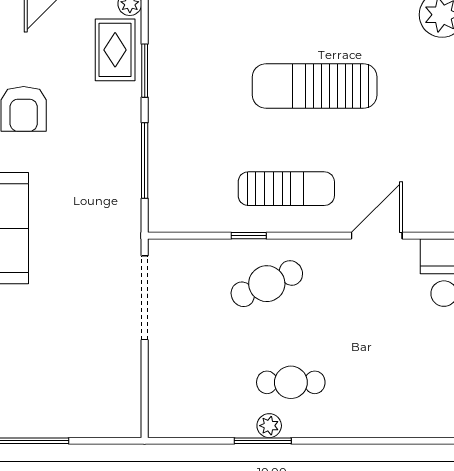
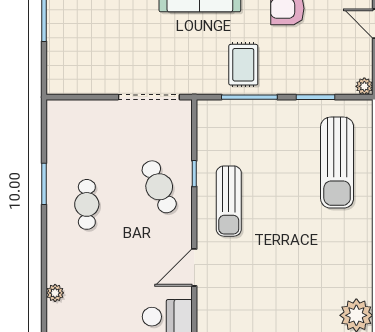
rug: (115, 50) -> (243, 65), moved, turned 90
sun lounger: (315, 86) -> (337, 163), moved, turned 180
door: (377, 236) -> (194, 267), swing flipped
plant: (269, 426) -> (55, 293), moved

